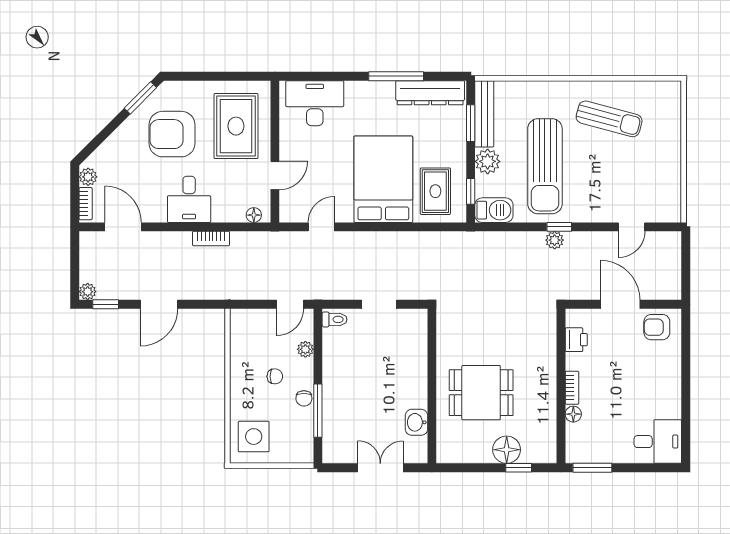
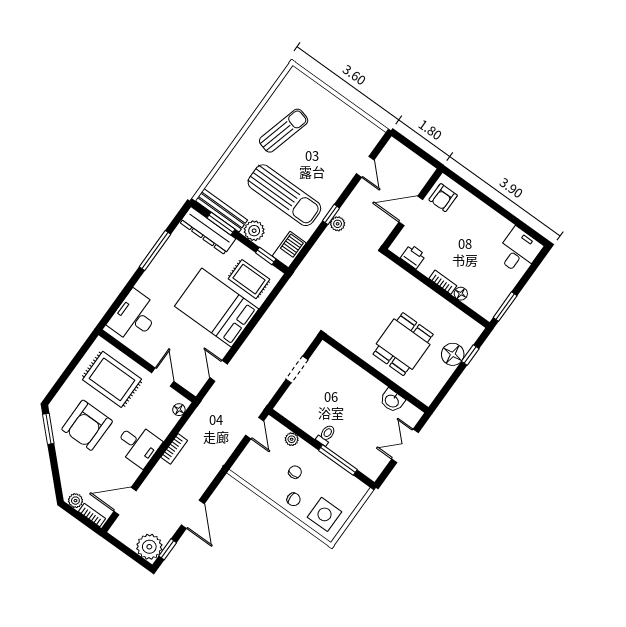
dresser: (430, 93) -> (208, 231), moved, turned 90
plant: (88, 292) -> (149, 547), width x1.88, depth x1.88
toilet: (335, 319) -> (326, 435), moved
chair: (304, 398) -> (294, 499), moved

